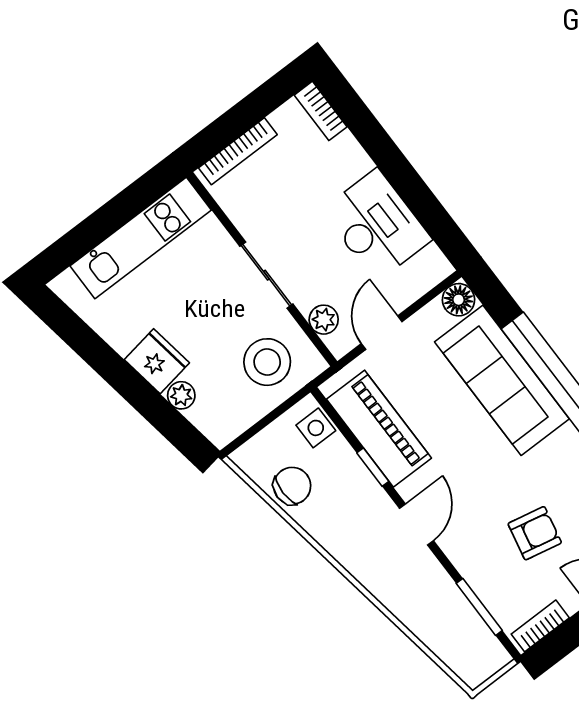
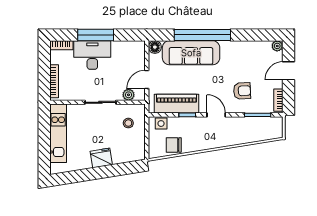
window: (393, 164) -> (96, 35), added
desk: (377, 225) -> (92, 55), moved
door: (382, 333) -> (147, 79), hinge flipped
stool: (267, 362) -> (128, 123), width x0.53, depth x0.53
plant: (181, 395) -> (118, 158), removed
chair: (292, 486) -> (174, 145), turned -90
armchair: (535, 533) -> (242, 91), moved, turned 75

